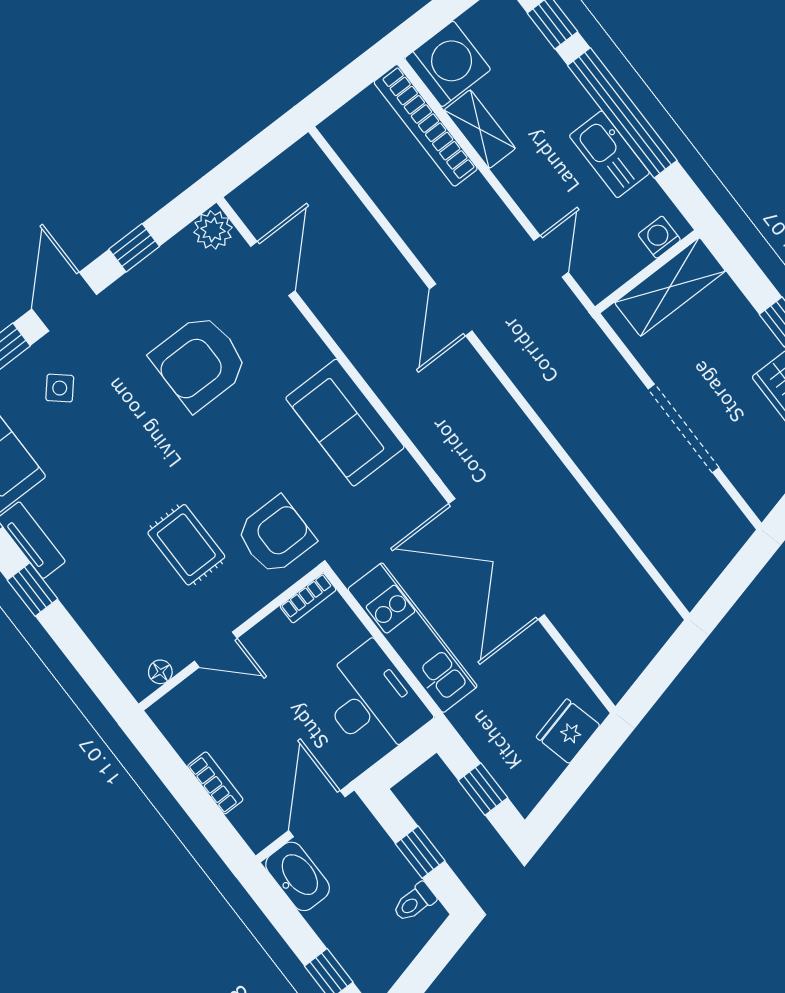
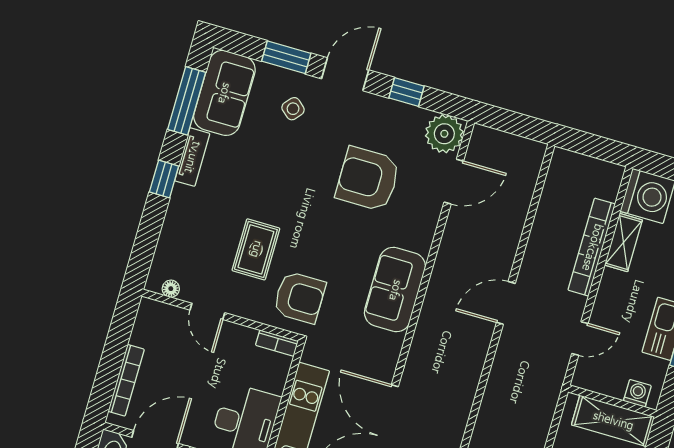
bookcase: (426, 125) -> (592, 247), moved
plant: (213, 230) -> (444, 134), width x1.36, depth x1.36
bookcase: (215, 783) -> (126, 380), width x1.56

